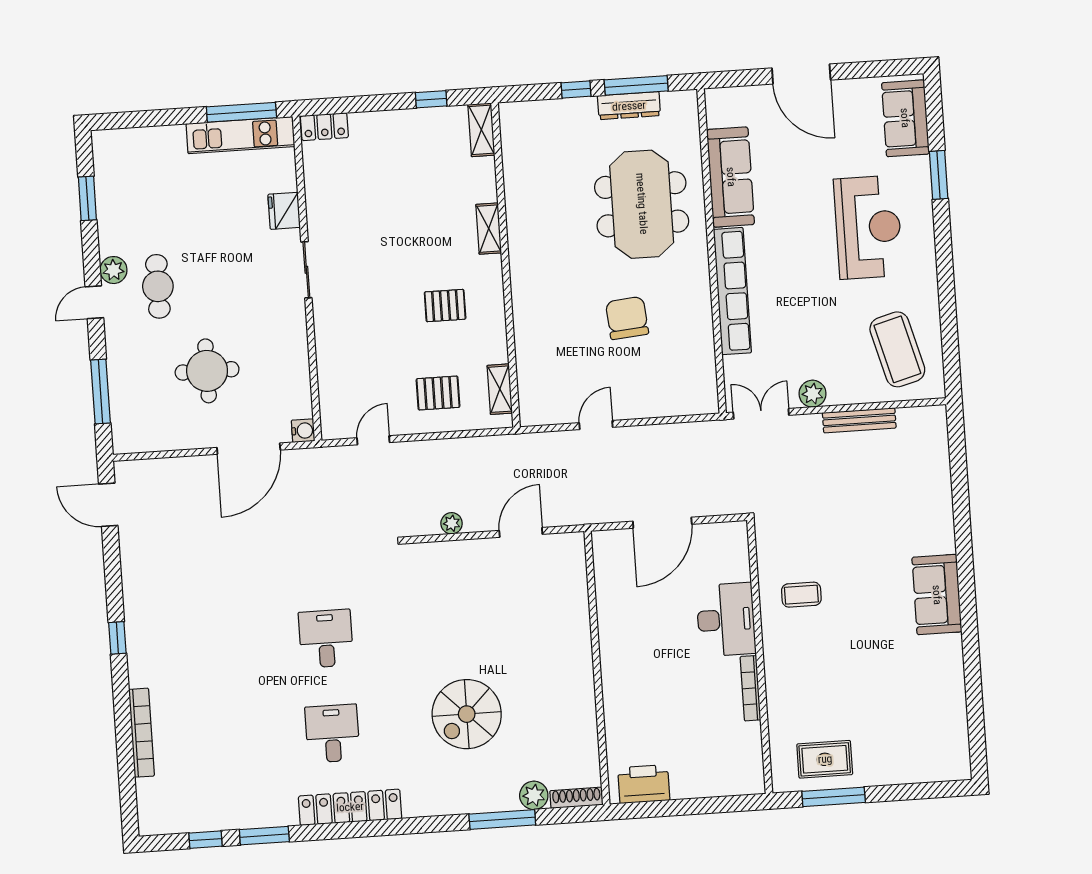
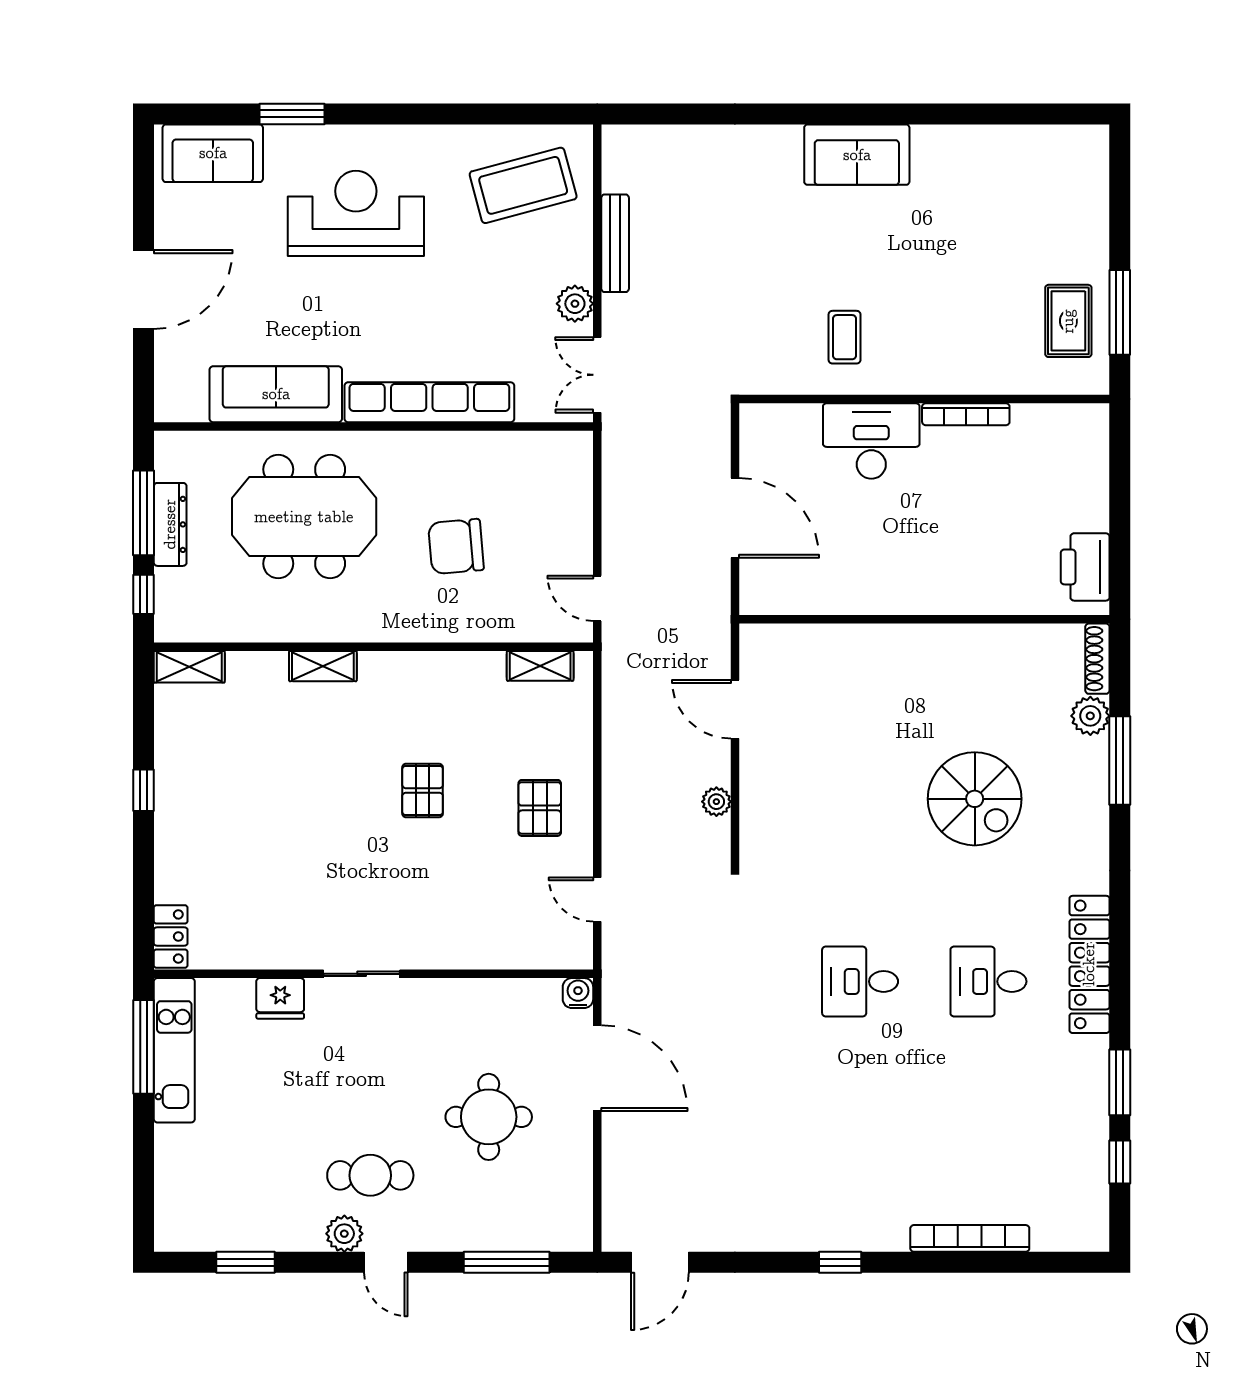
shelving: (481, 130) -> (189, 667), moved
shelving: (489, 229) -> (323, 666), moved
wall: (506, 265) -> (373, 647), moved
shelving: (500, 389) -> (540, 666), moved

